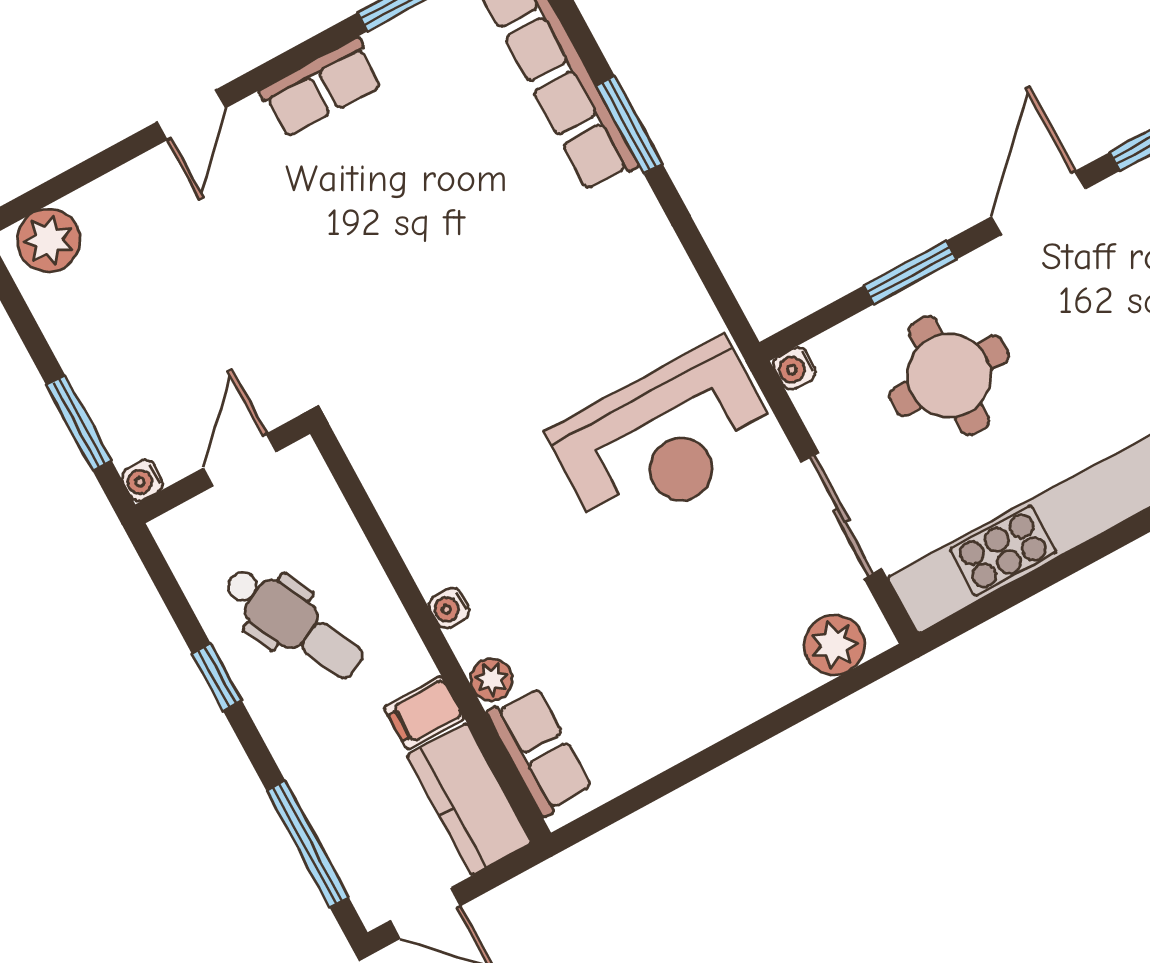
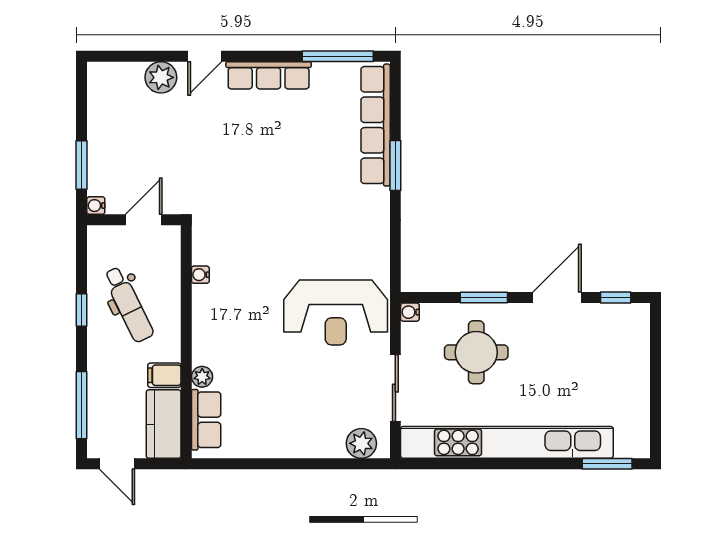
row of seats: (321, 88) -> (269, 75), width x1.48
plant: (49, 240) -> (161, 77), moved
water cooler: (449, 608) -> (200, 275), moved

